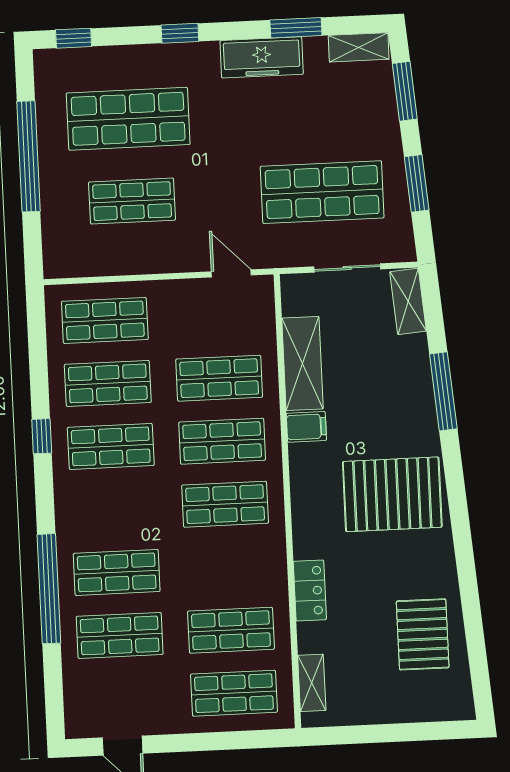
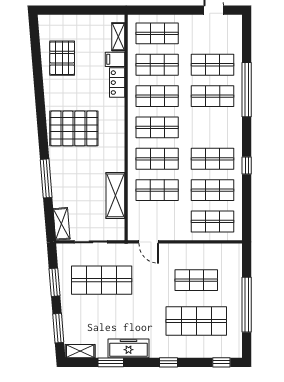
filing cabinet: (306, 427) -> (115, 59), moved
shop shelf: (228, 567) -> (157, 96), added

